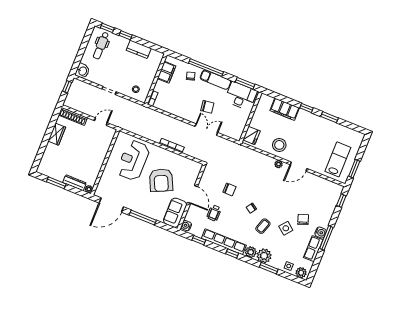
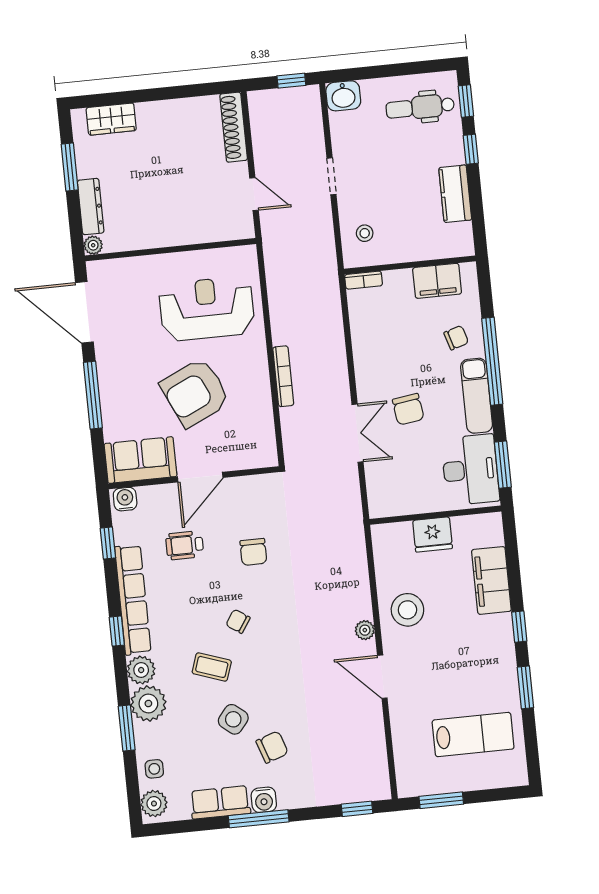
wardrobe: (57, 134) -> (111, 119), moved
fridge: (251, 135) -> (433, 534), moved
lab bench: (338, 159) -> (473, 735), moved

